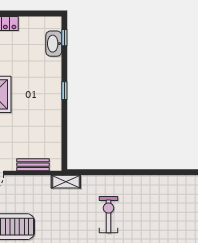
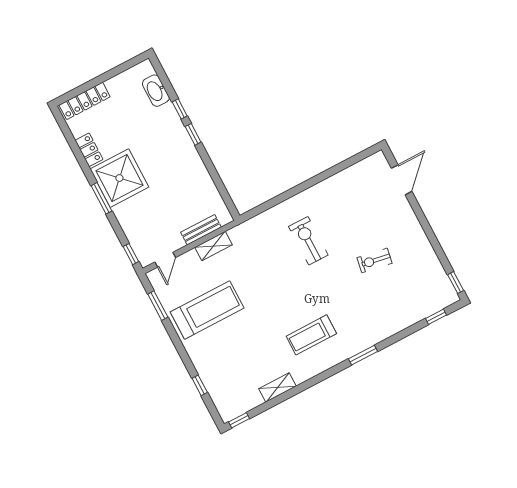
window: (64, 38) -> (180, 109), moved
shelving: (66, 182) -> (214, 246), moved

